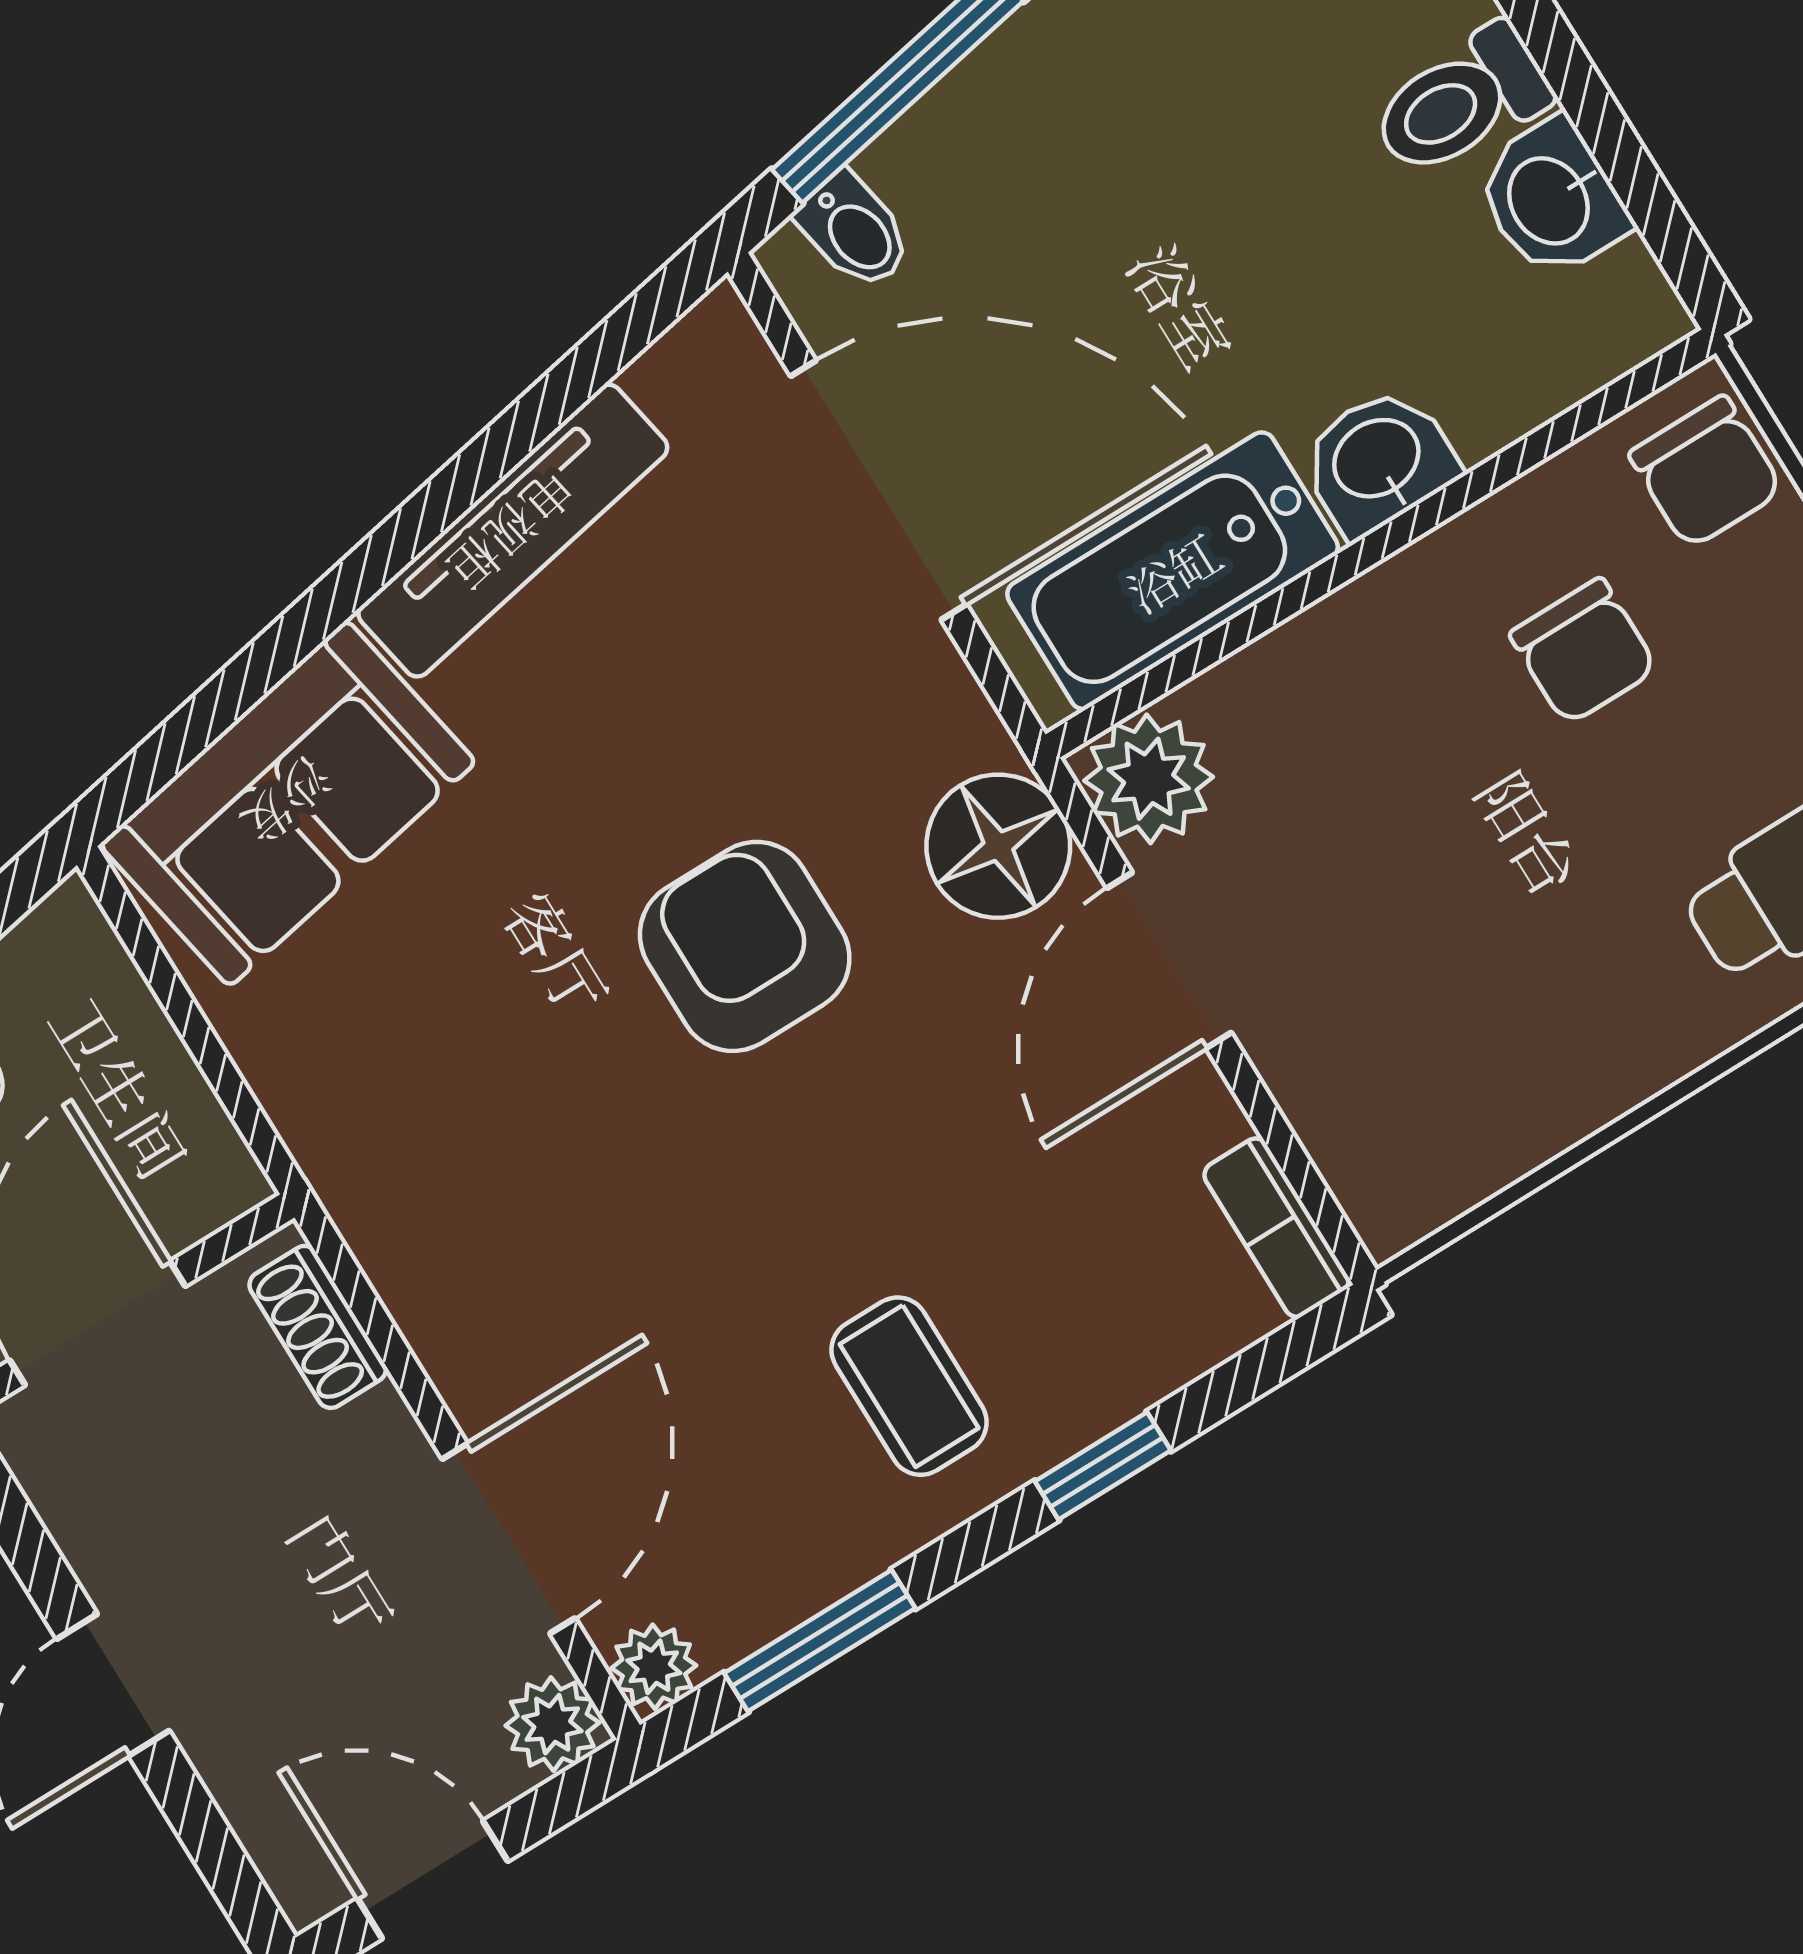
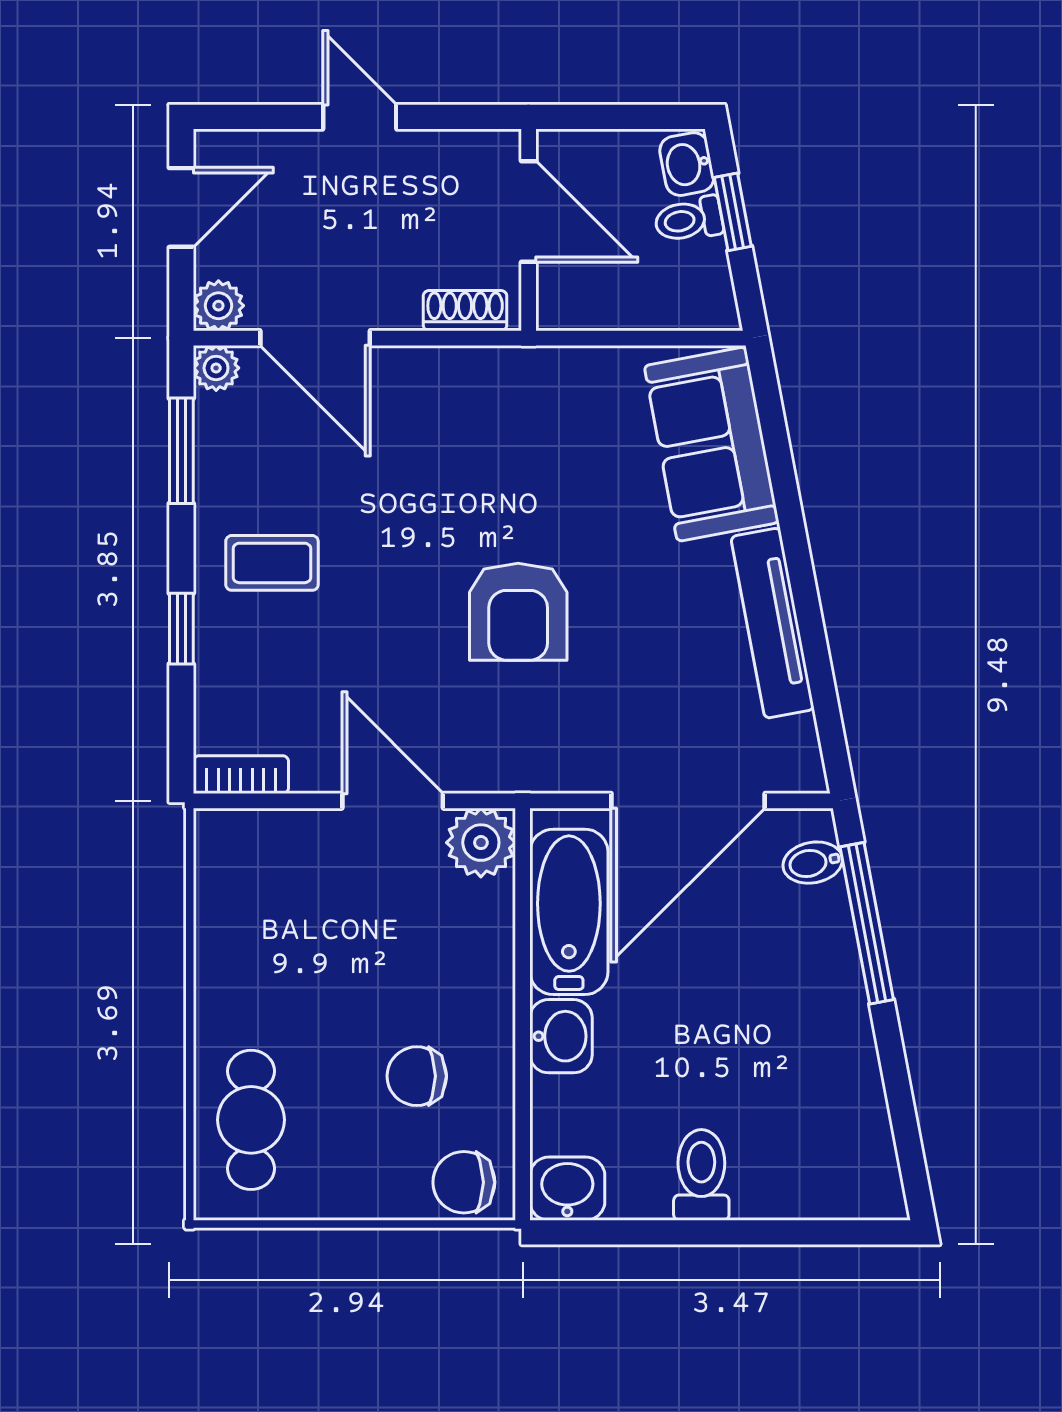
washbasin: (1551, 199) -> (567, 1189), moved
floor lamp: (998, 846) -> (493, 755), removed
armchair: (745, 946) -> (518, 612), turned 90

